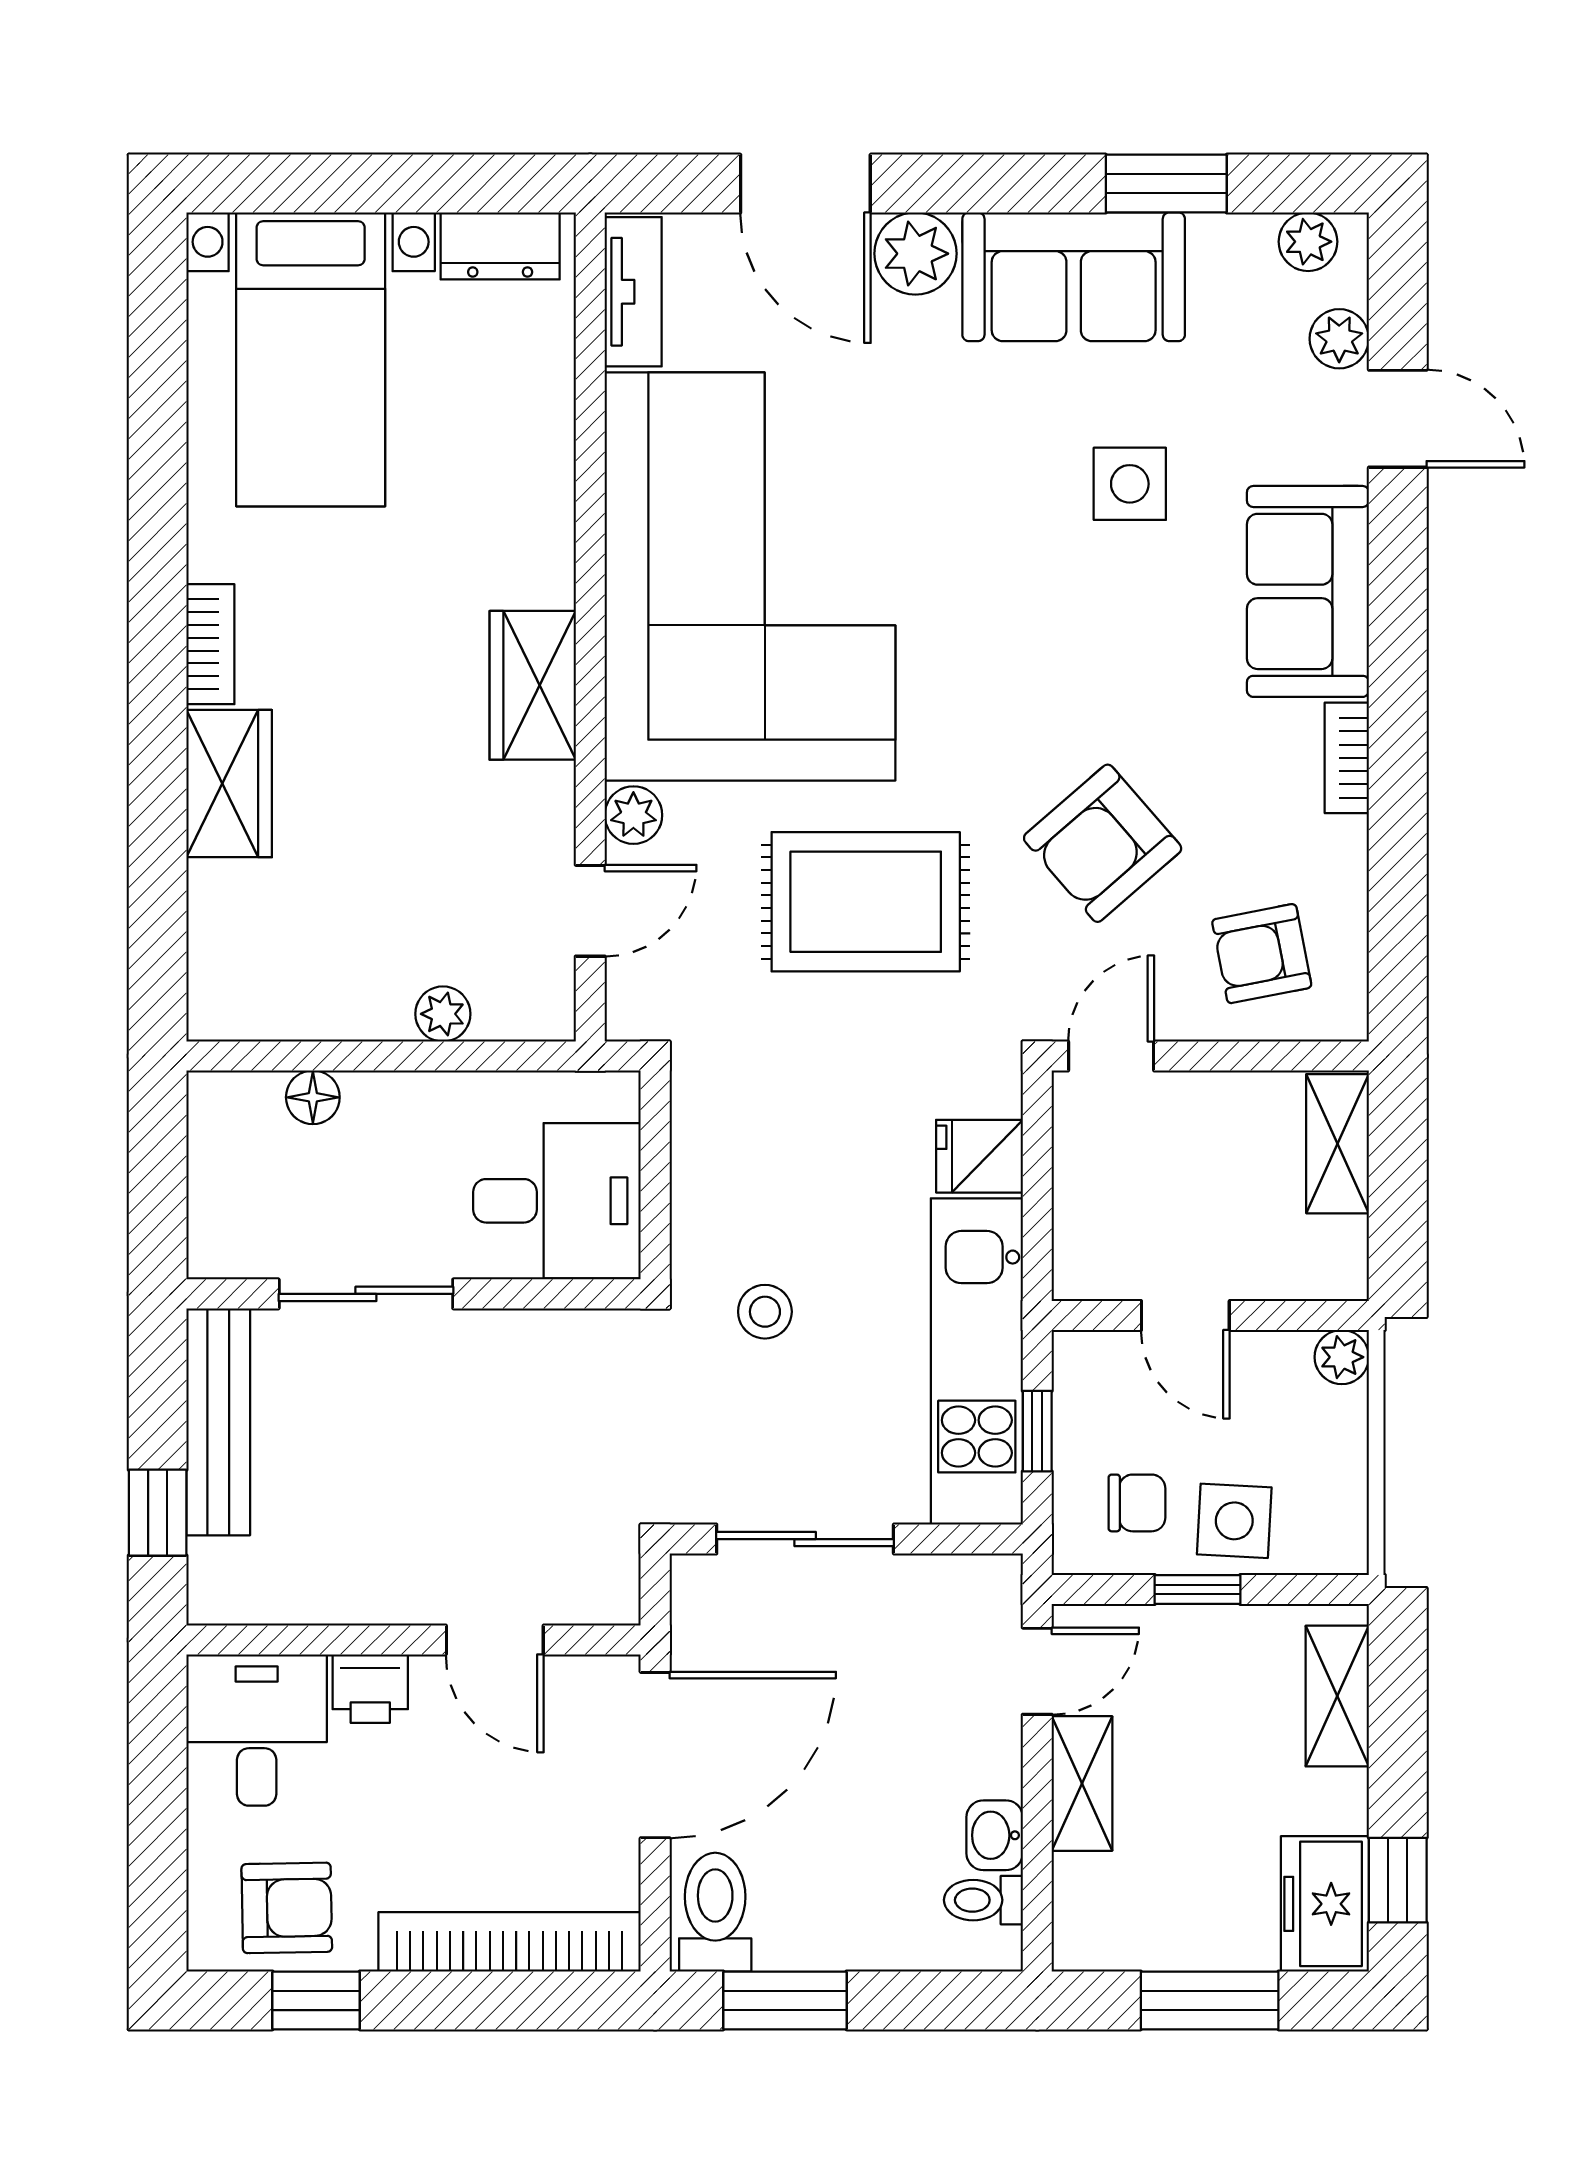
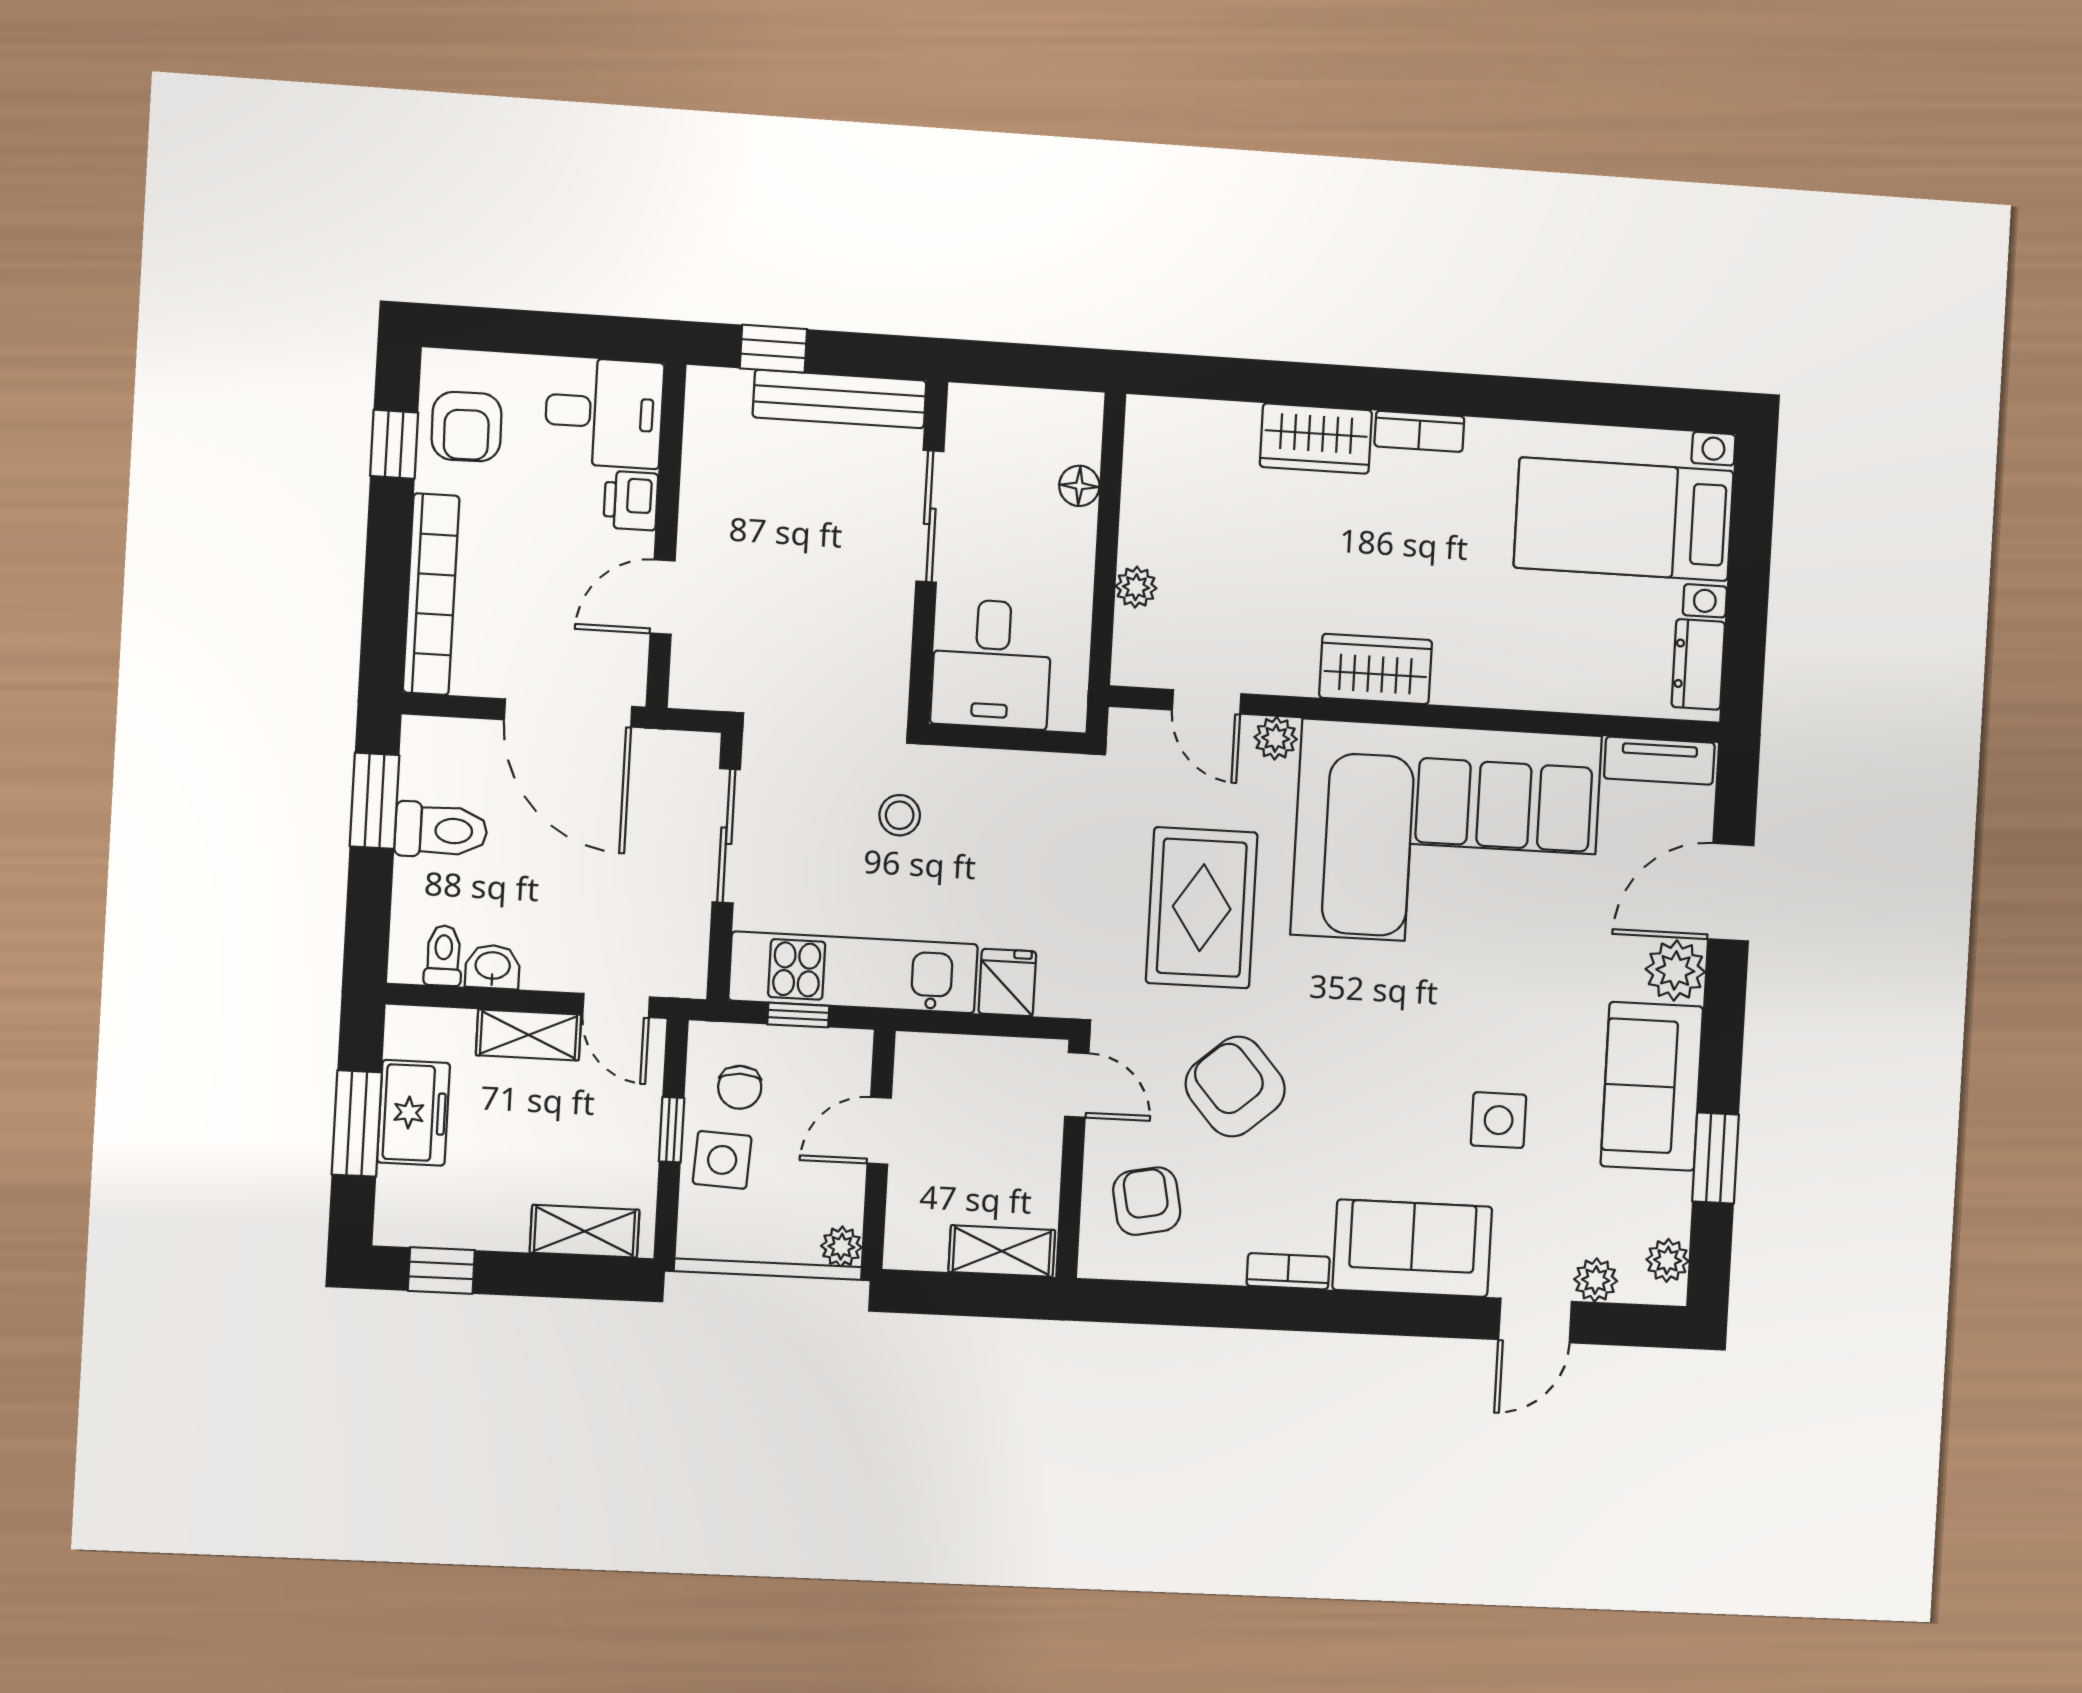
freezer: (1325, 1904) -> (414, 1113), moved, turned 90
toilet: (715, 1912) -> (441, 830), moved

